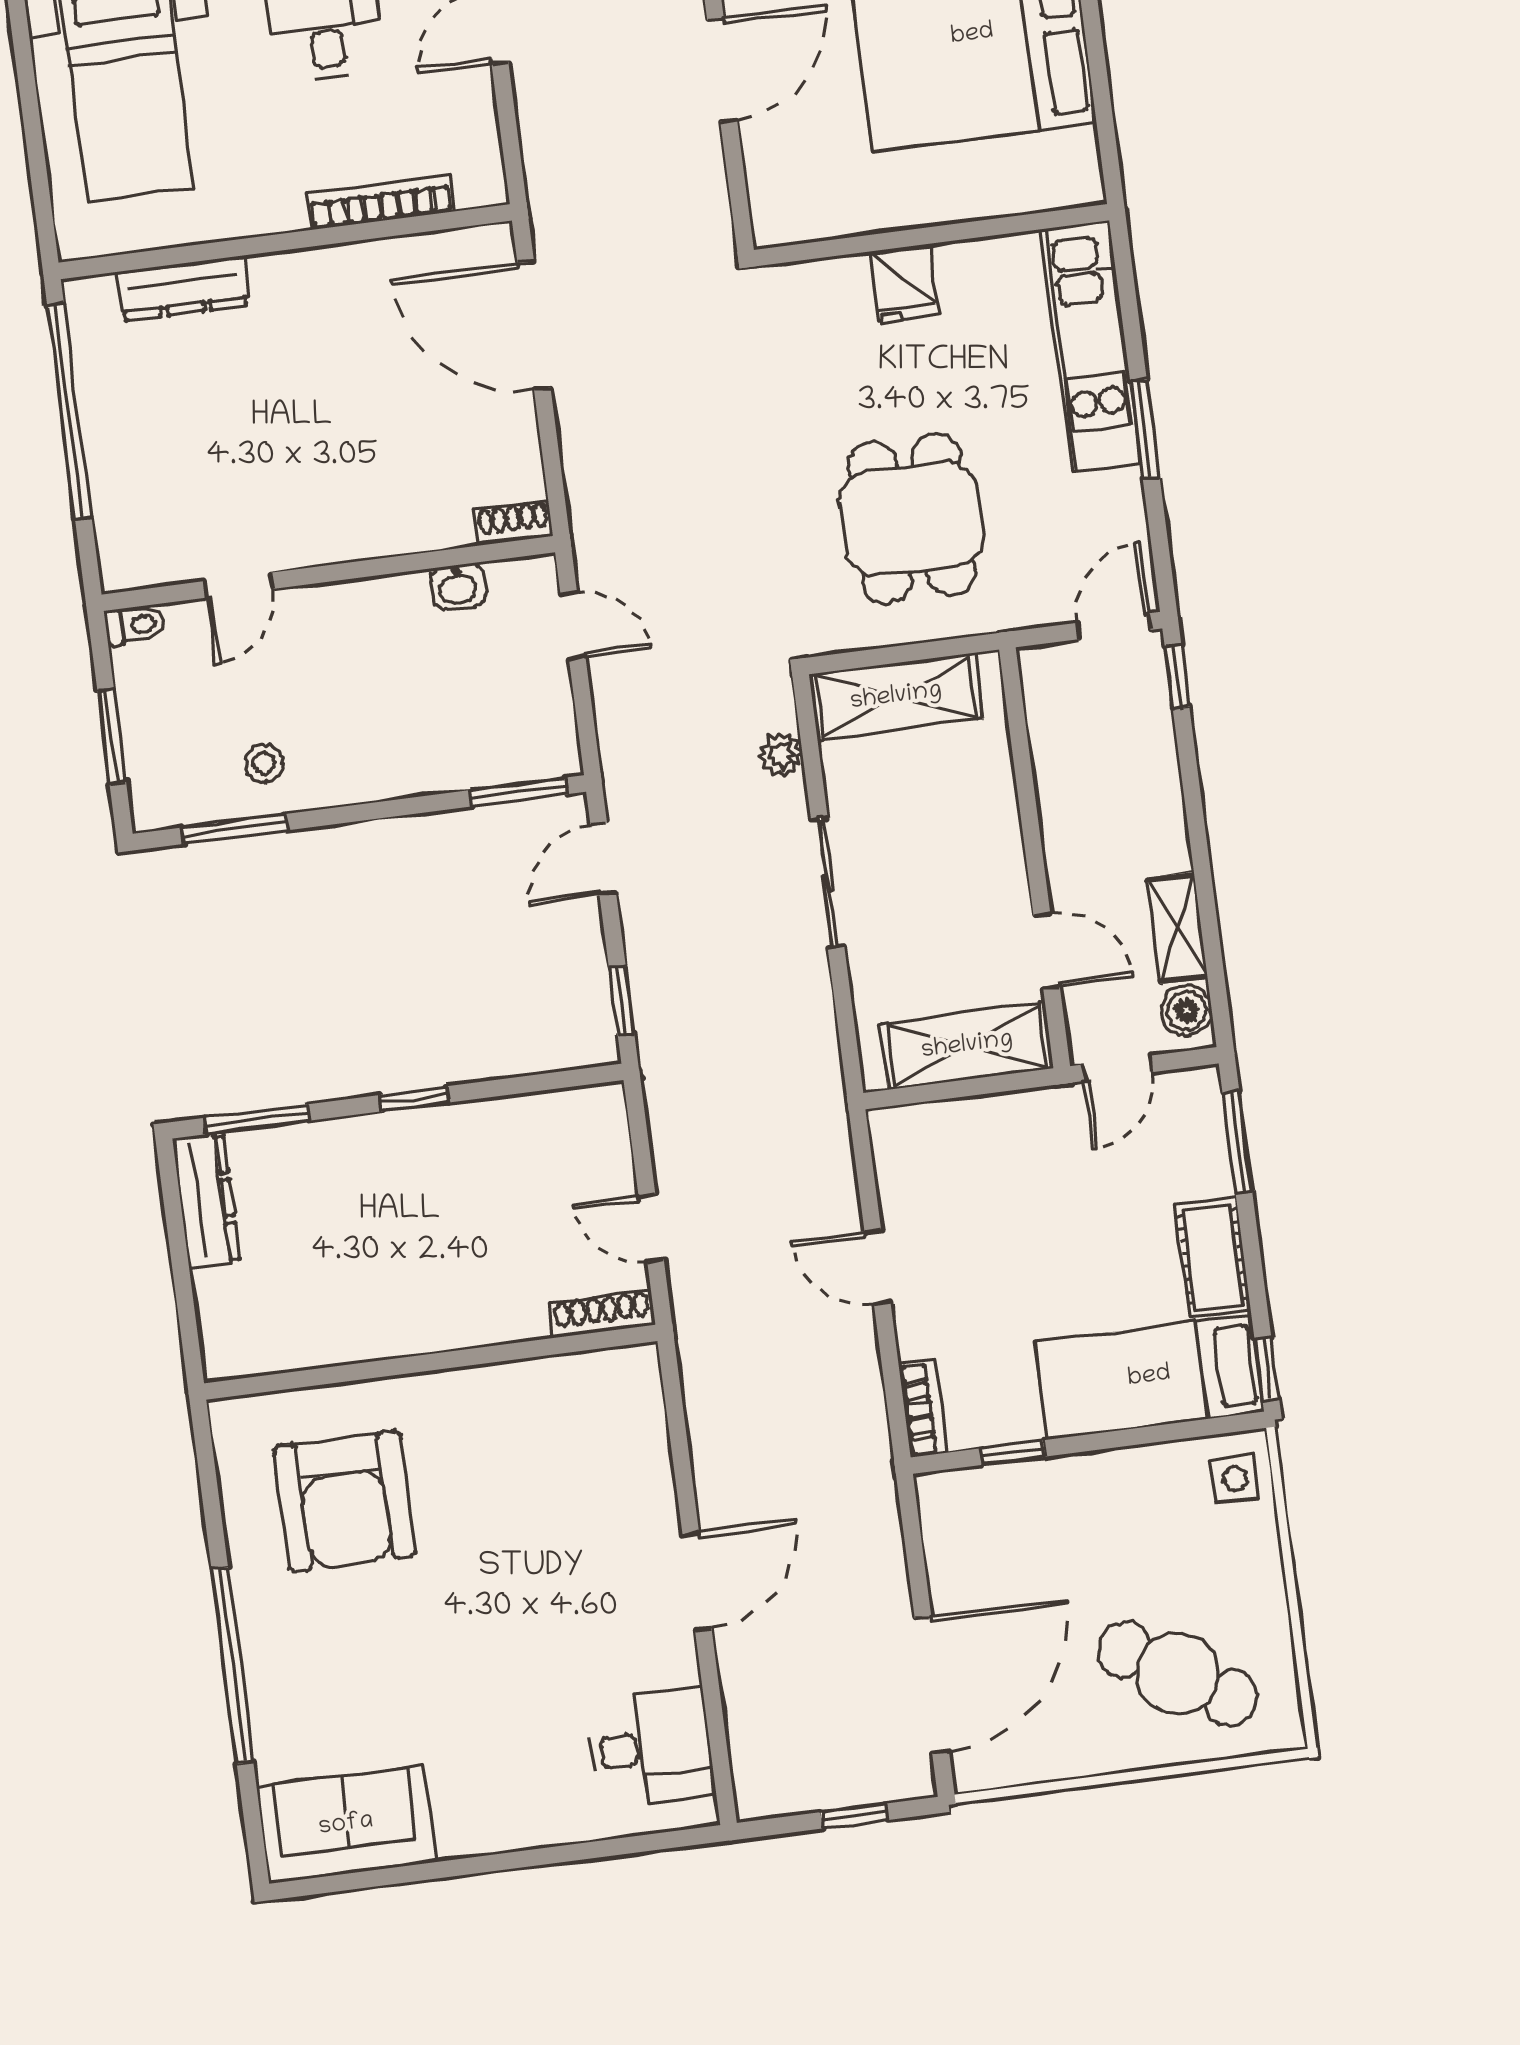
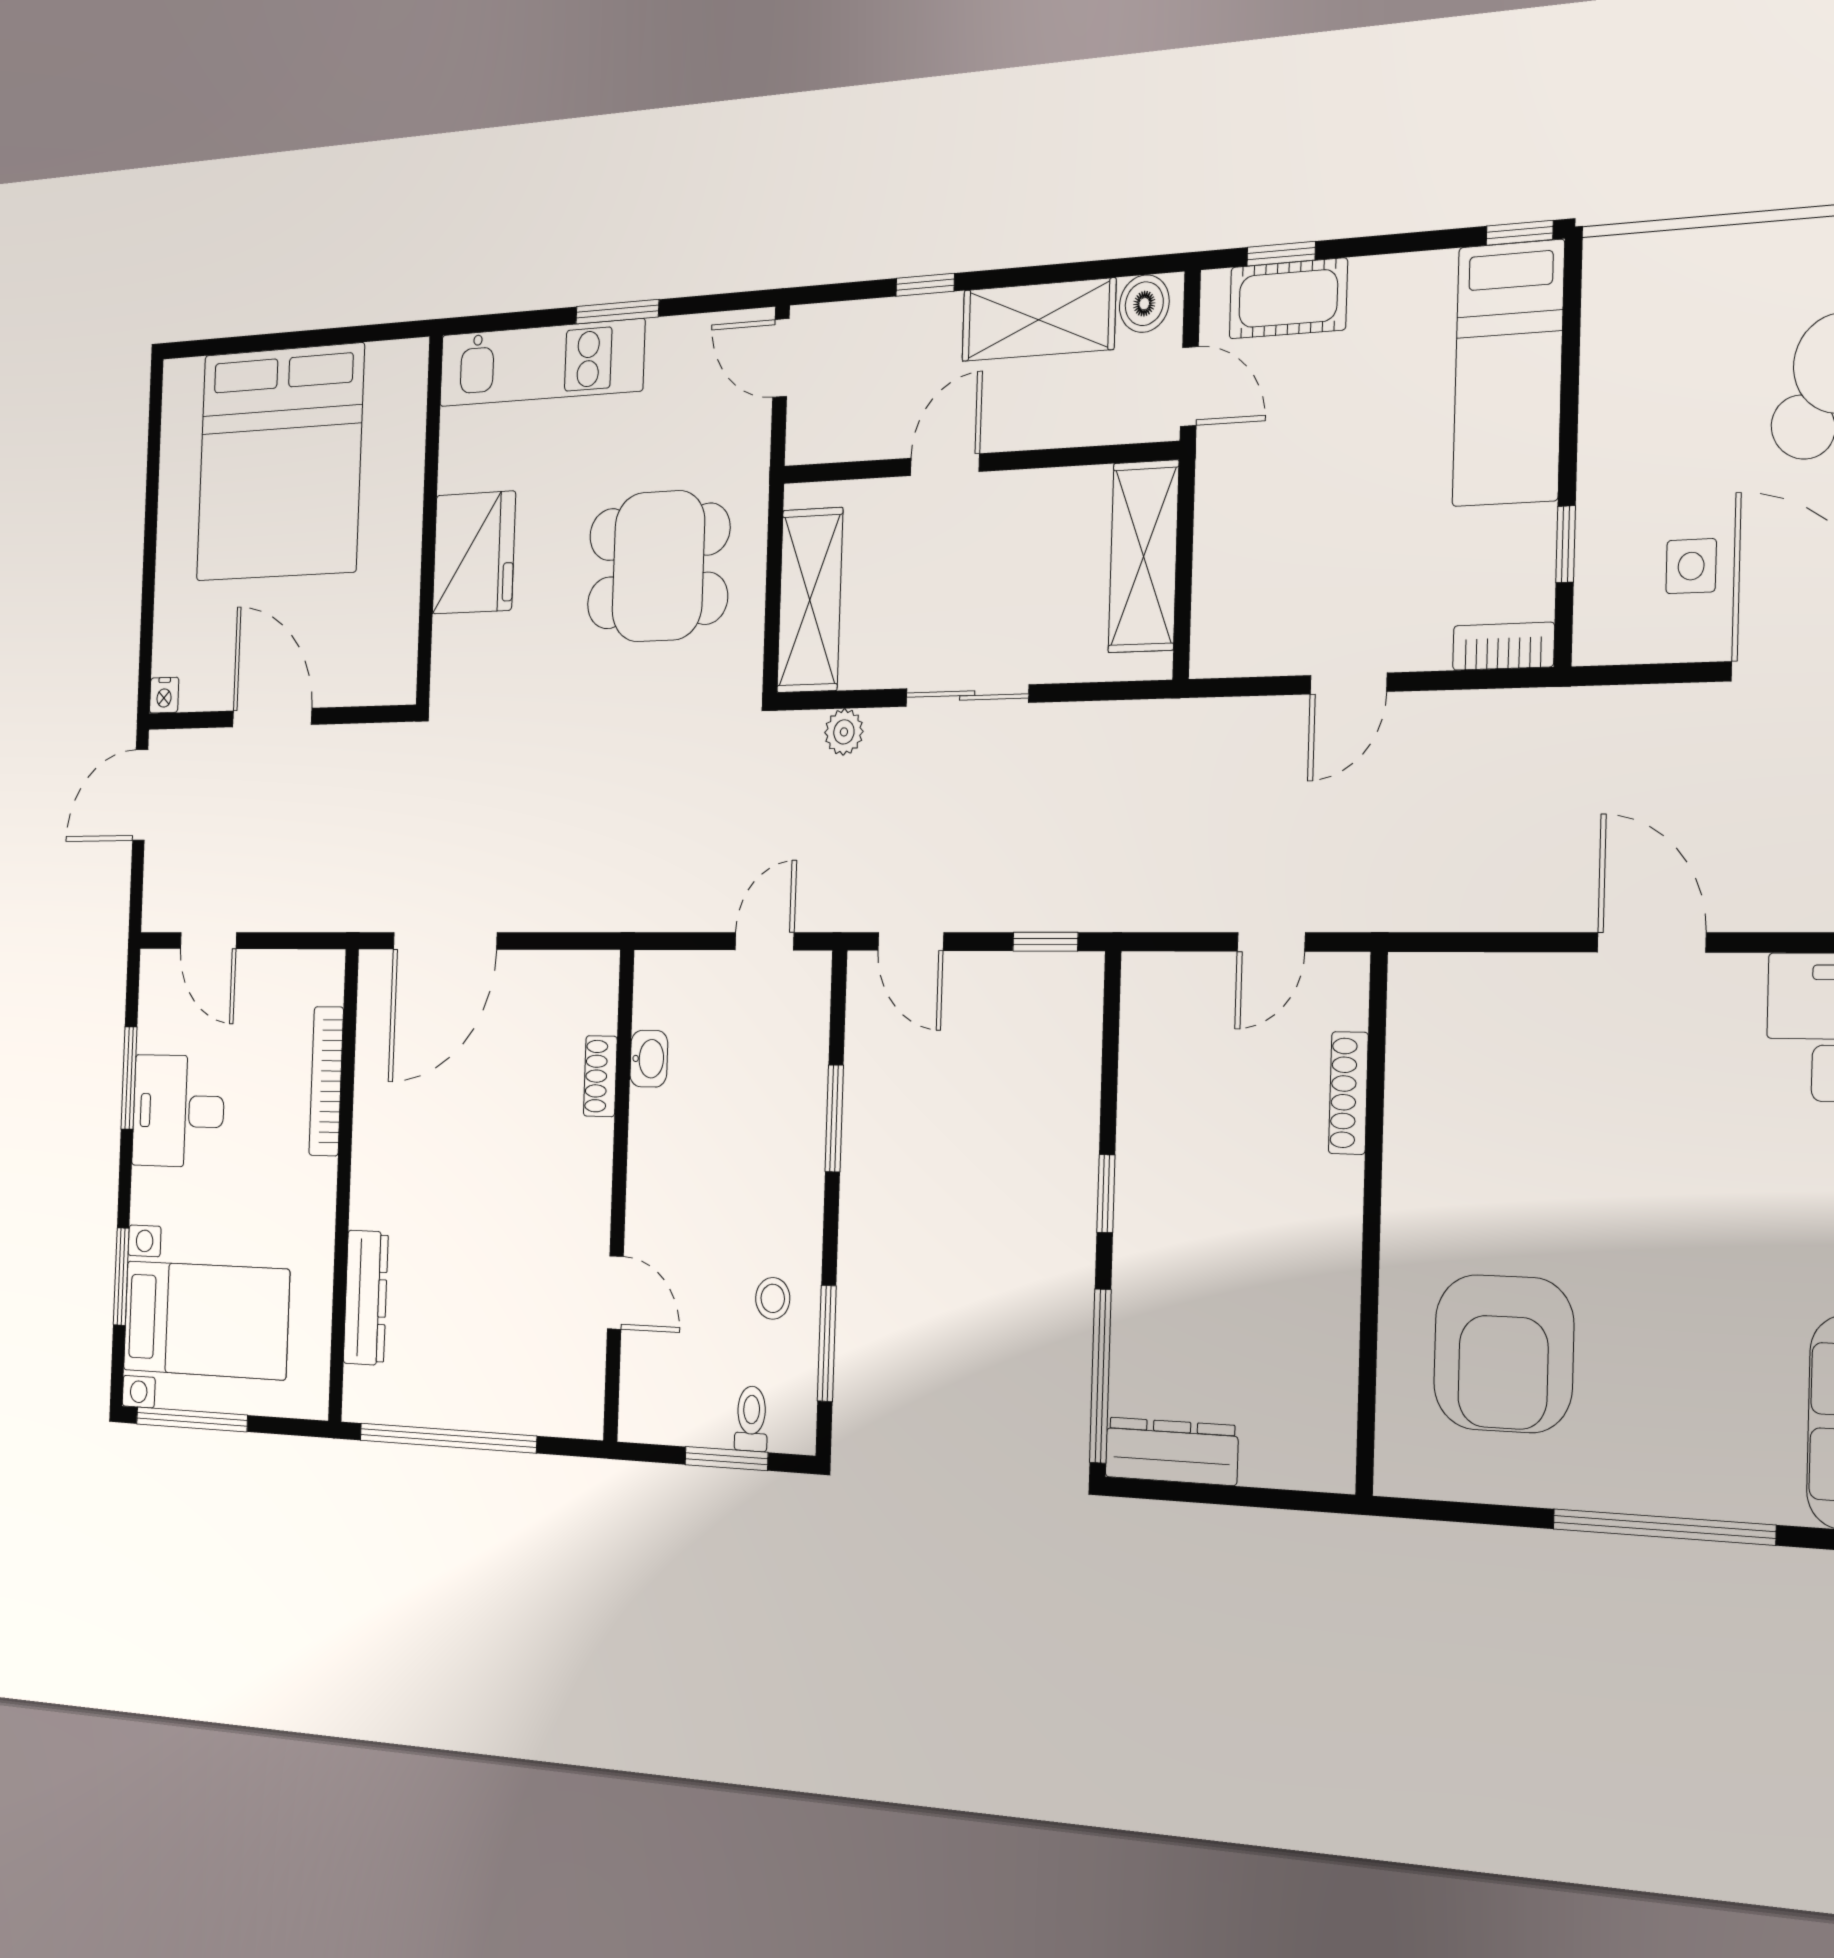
window: (28, 90) -> (192, 1419), added
fridge: (903, 284) -> (474, 553), width x1.88, depth x1.34
shoe rack: (513, 523) -> (600, 1076), moved
toilet: (135, 625) -> (751, 1419), moved
door: (573, 626) -> (764, 941), moved
window: (1177, 677) -> (925, 285), moved
window: (519, 792) -> (834, 1118), moved
shelving: (1177, 928) -> (1038, 320), width x1.50, depth x1.33
door: (1047, 951) -> (945, 465), moved
window: (257, 1119) -> (1100, 1376), width x1.44
window: (1237, 1142) -> (1281, 254), width x0.67
cot: (1213, 1257) -> (1288, 298), moved
shoe rack: (602, 1314) -> (1348, 1093), moved
side table: (1235, 1479) -> (1691, 566), moved
armchair: (345, 1501) -> (1503, 1354), turned 90

